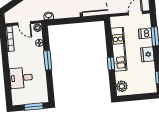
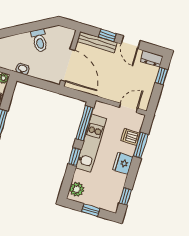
window: (109, 37) -> (85, 123), added
window: (138, 97) -> (91, 210), added

